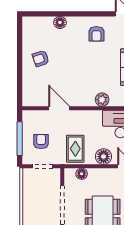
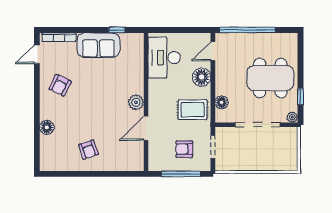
armchair: (96, 34) -> (60, 85), turned 116
plant: (102, 100) -> (136, 102), moved

